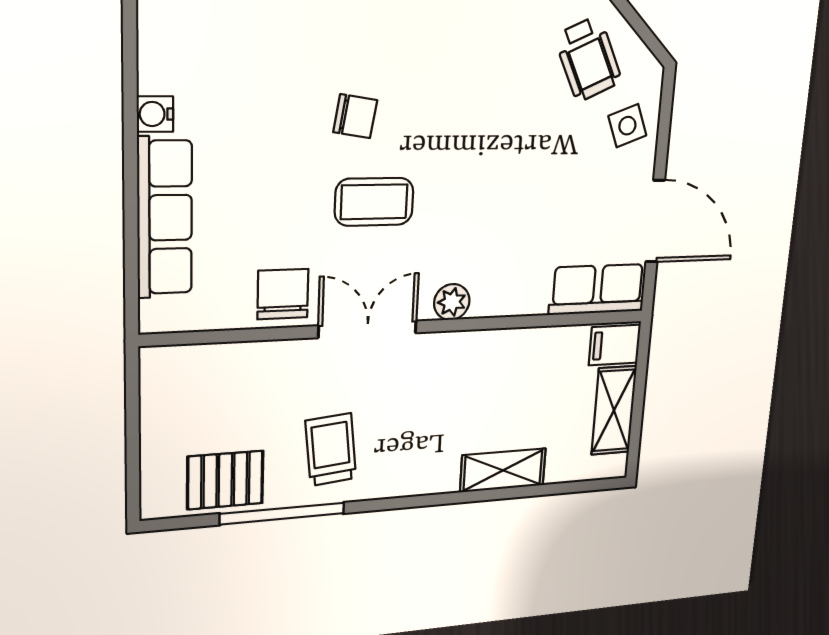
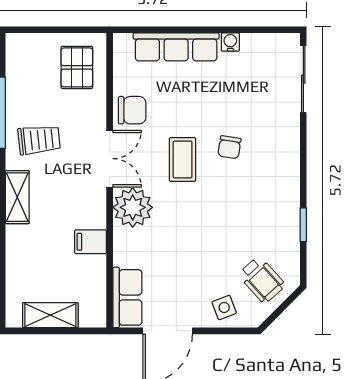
wheelchair: (588, 59) -> (262, 280), turned -107
plant: (452, 302) -> (133, 207), width x1.87, depth x1.87
filing cabinet: (615, 345) -> (91, 242), moved, turned -90
shelving: (503, 470) -> (17, 197), moved
pallet: (225, 480) -> (77, 67), moved

